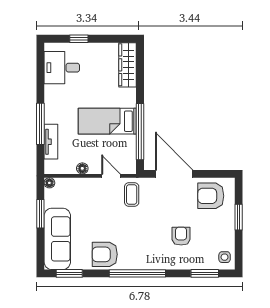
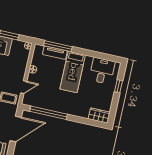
wardrobe: (128, 65) -> (99, 116), width x0.67
bed: (107, 121) -> (73, 72), moved, turned 180
window: (40, 124) -> (58, 46), moved

